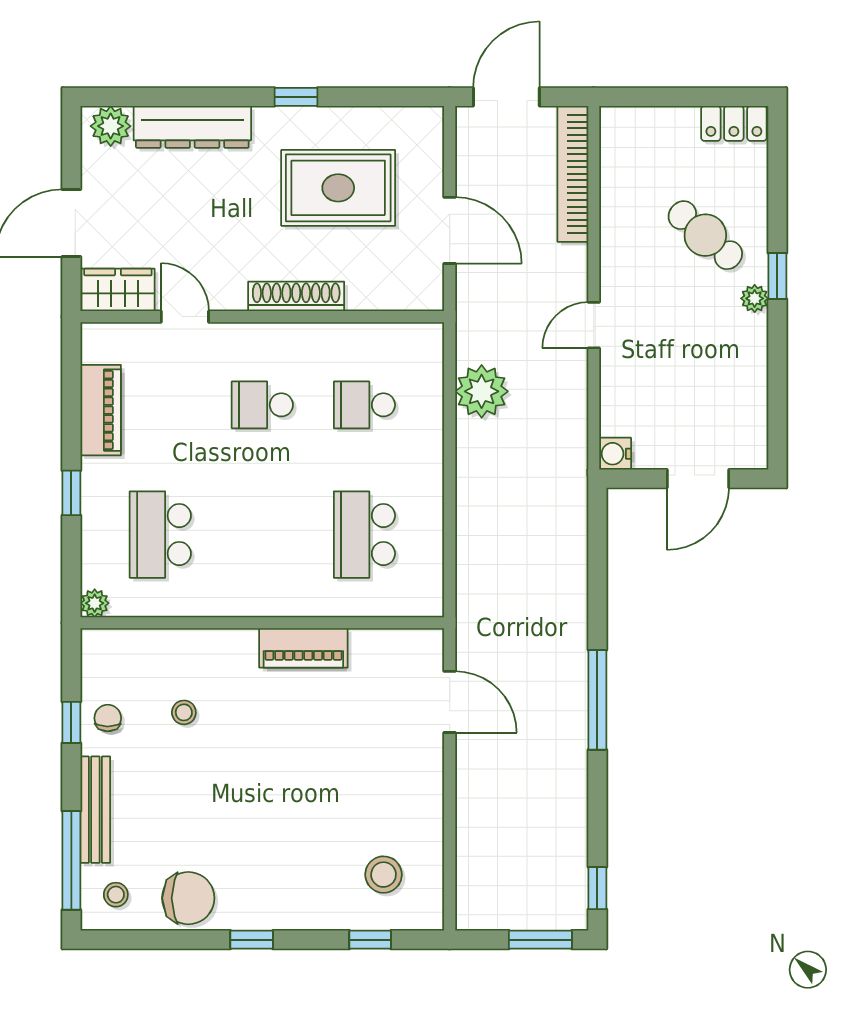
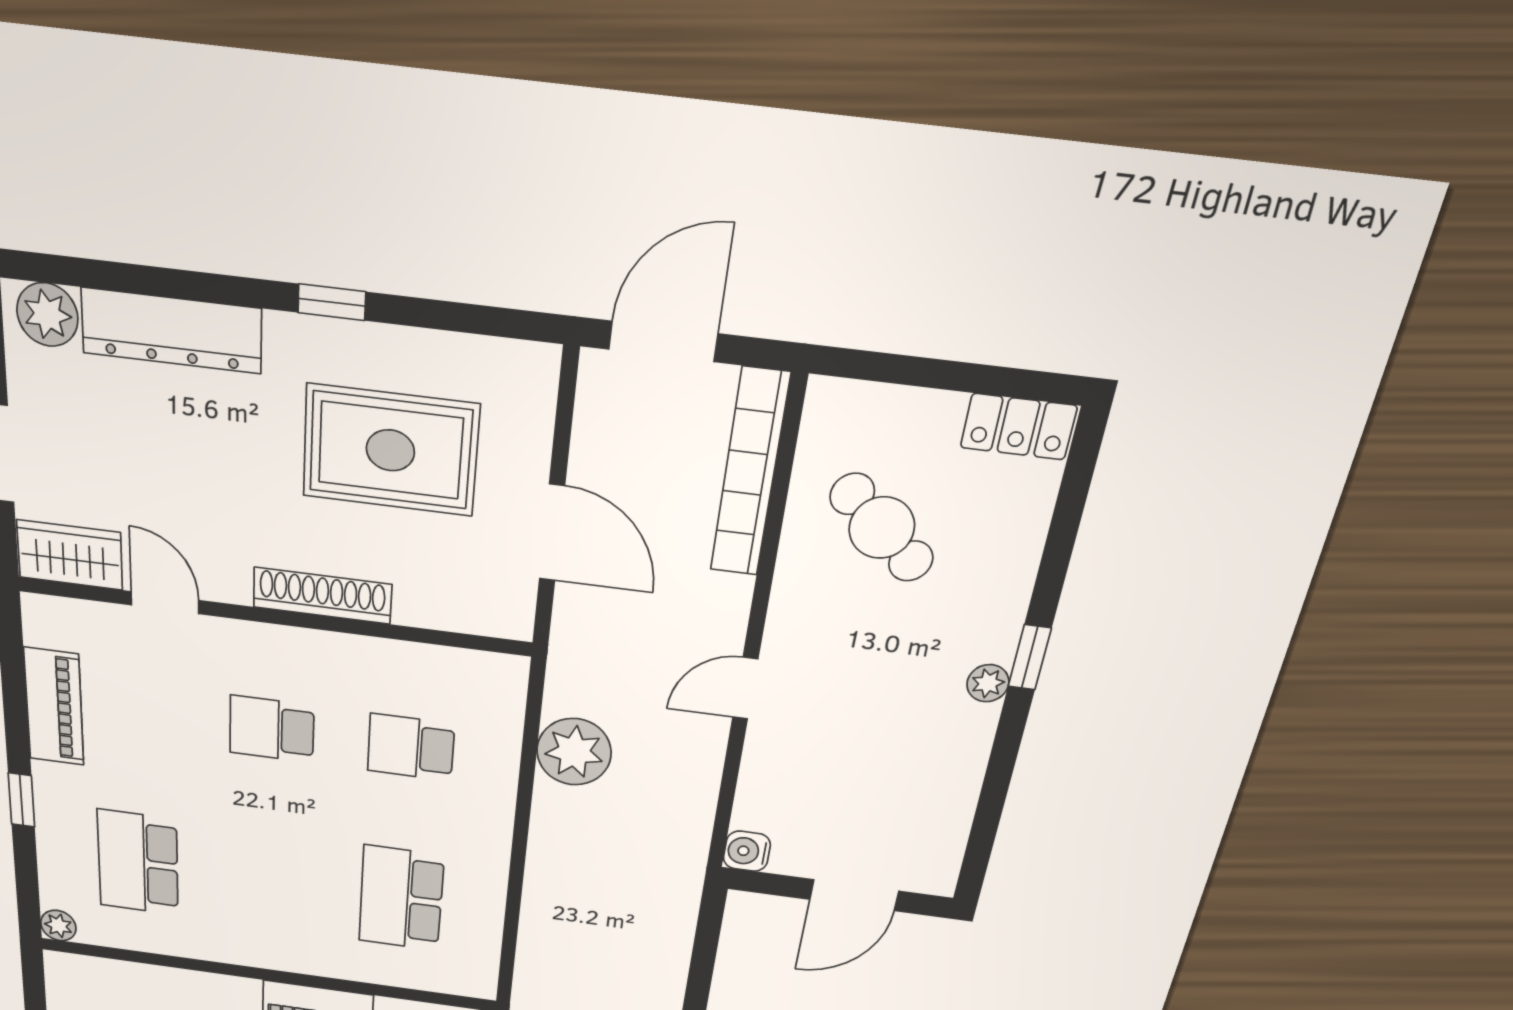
cafe table: (705, 235) -> (882, 528), moved

